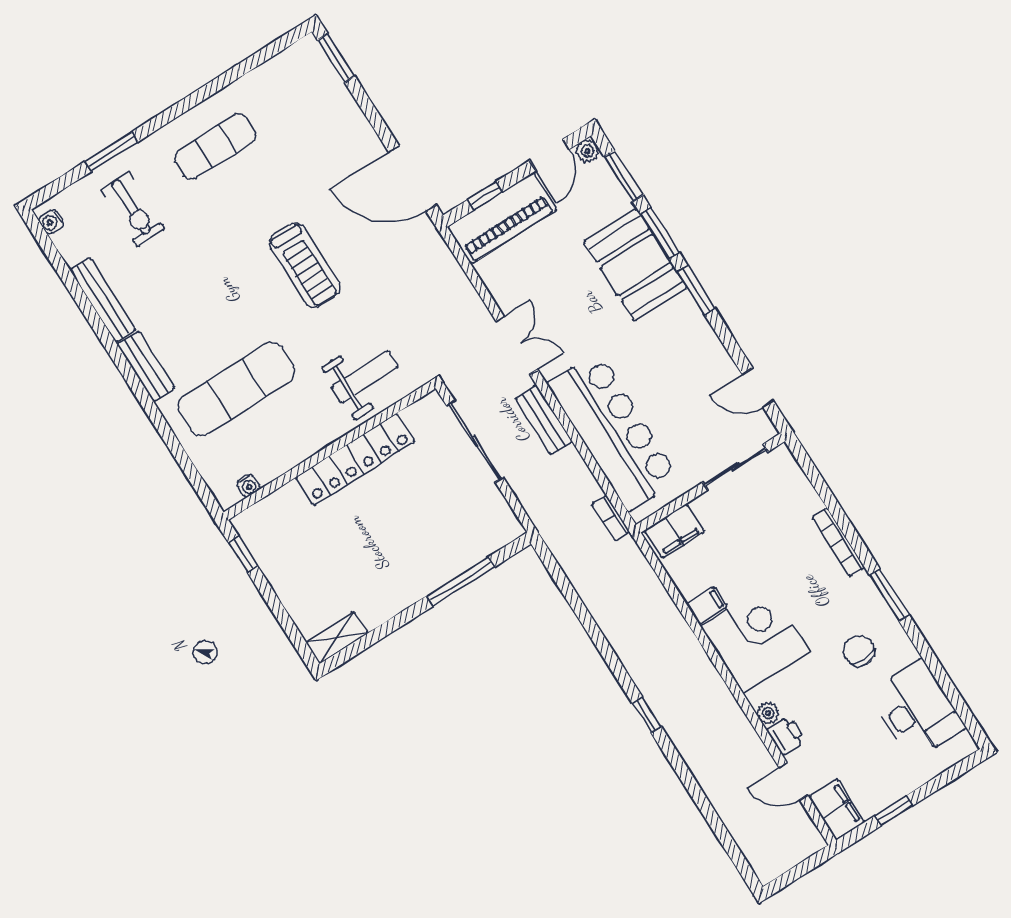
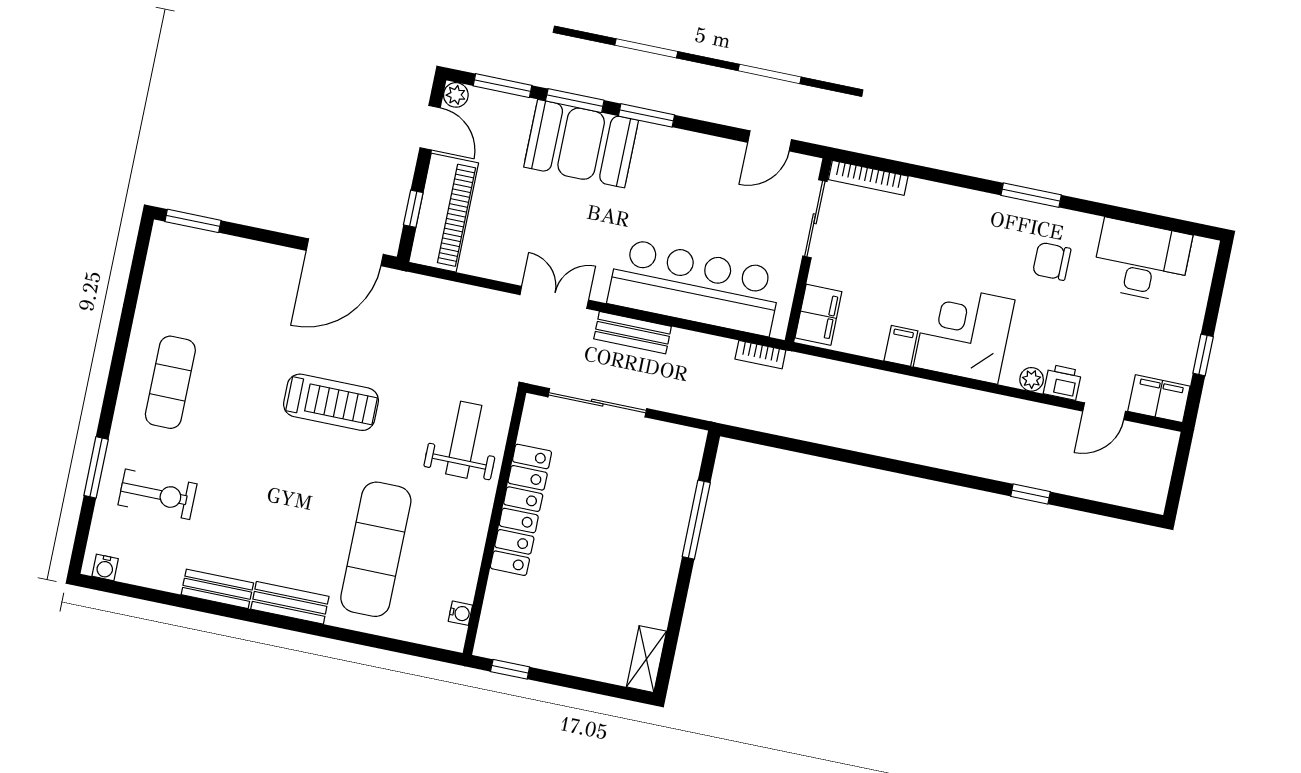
bench: (103, 300) -> (217, 589), width x0.73
bookcase: (838, 542) -> (868, 178), moved
window: (647, 715) -> (1030, 494), moved

